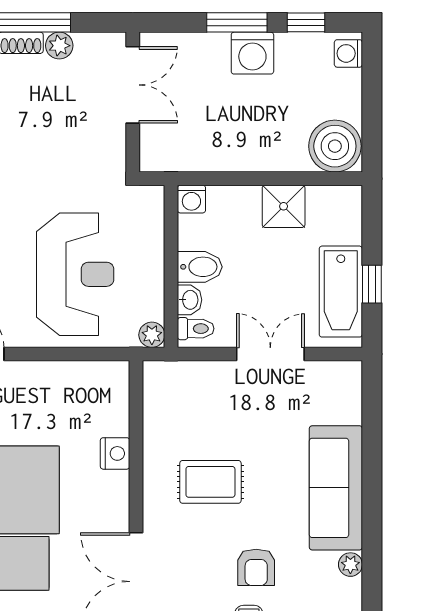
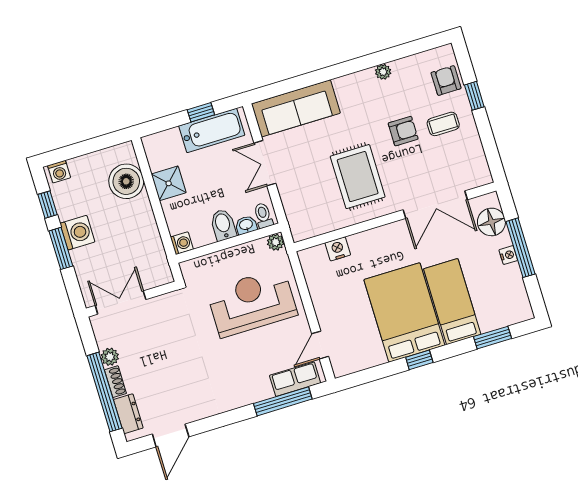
boiler: (335, 146) -> (126, 181), moved
nightstand: (115, 453) -> (338, 249), moved
rug: (210, 482) -> (358, 177), width x1.36, depth x1.43
sofa: (336, 488) -> (296, 108), moved

